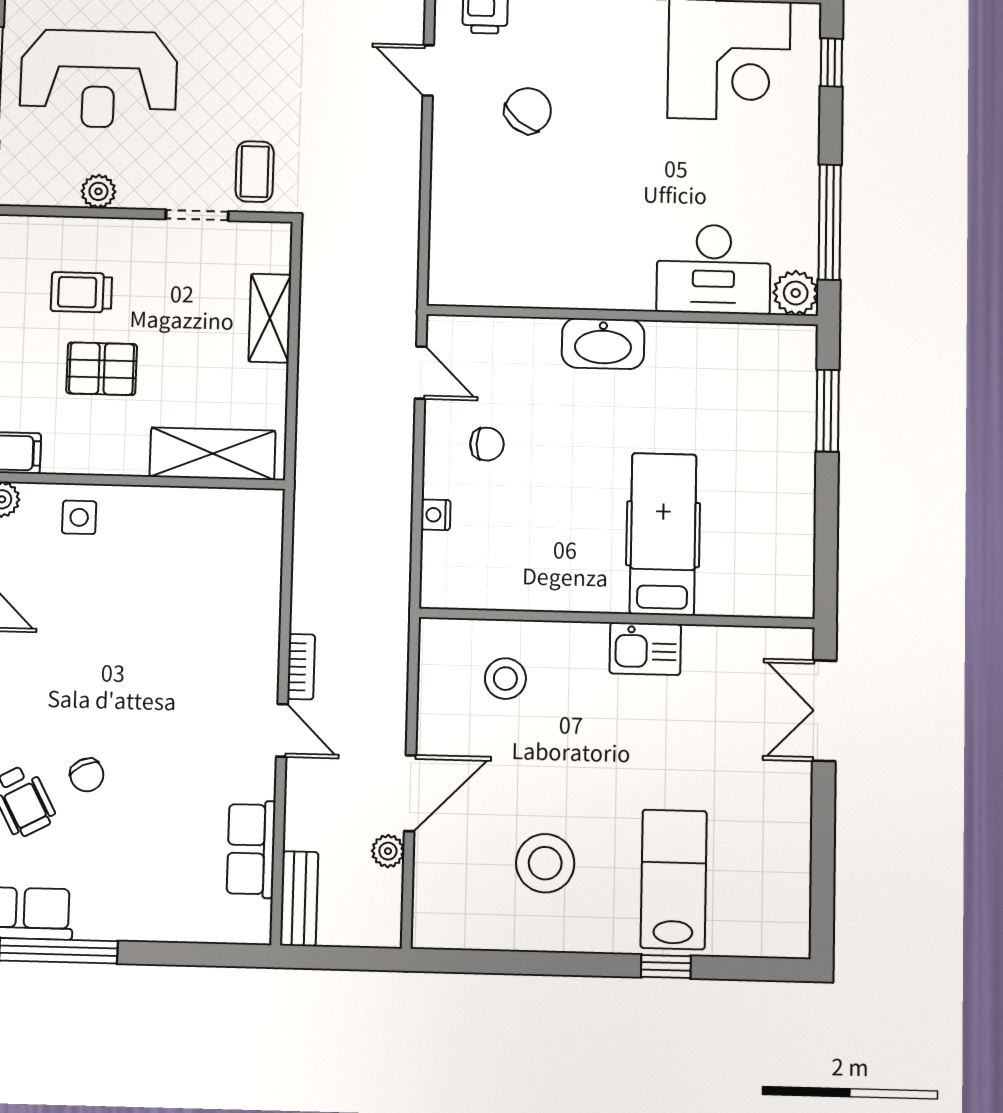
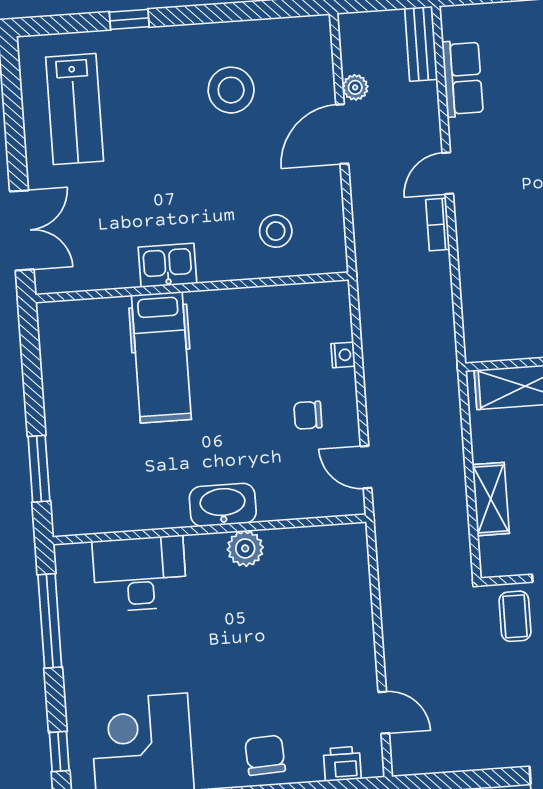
chair: (528, 111) -> (265, 755), moved, turned 138
plant: (796, 293) -> (245, 548), moved
door: (282, 730) -> (448, 173), hinge flipped
lab bench: (674, 879) -> (75, 109), moved

